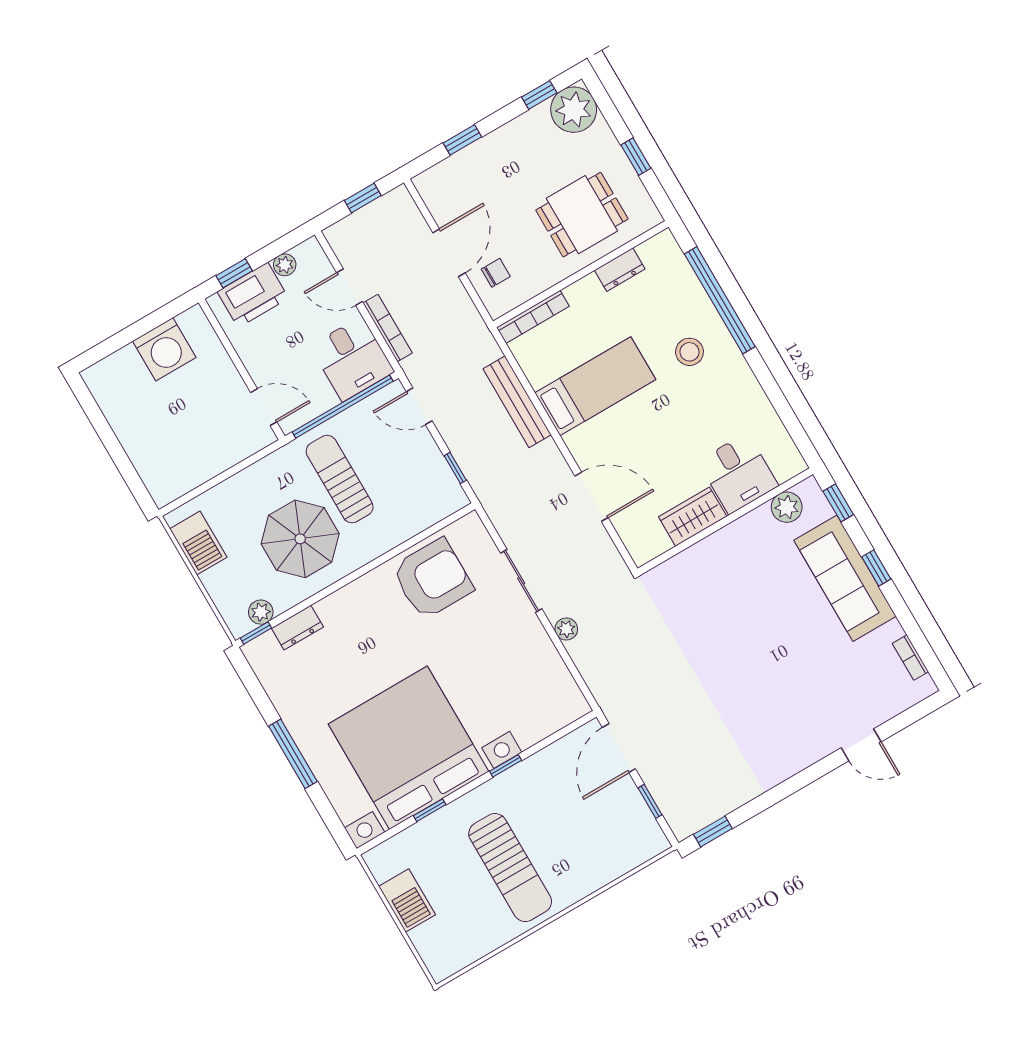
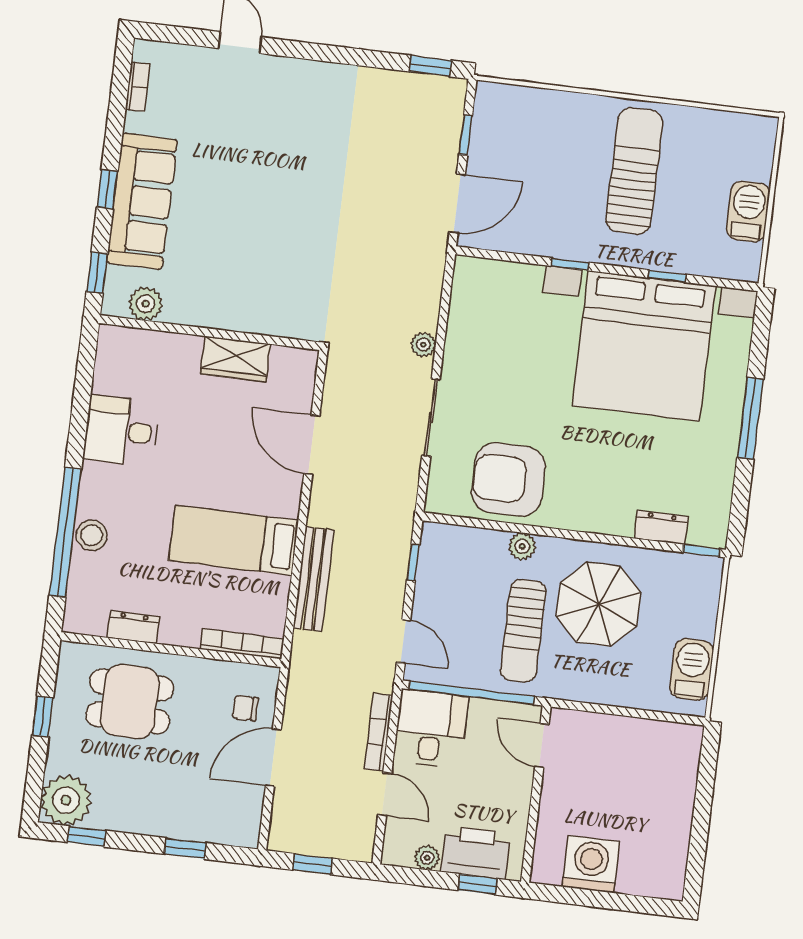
stool: (690, 352) -> (92, 535), moved
desk: (738, 473) -> (121, 431), moved, turned -90
plant: (261, 612) -> (522, 546), moved

